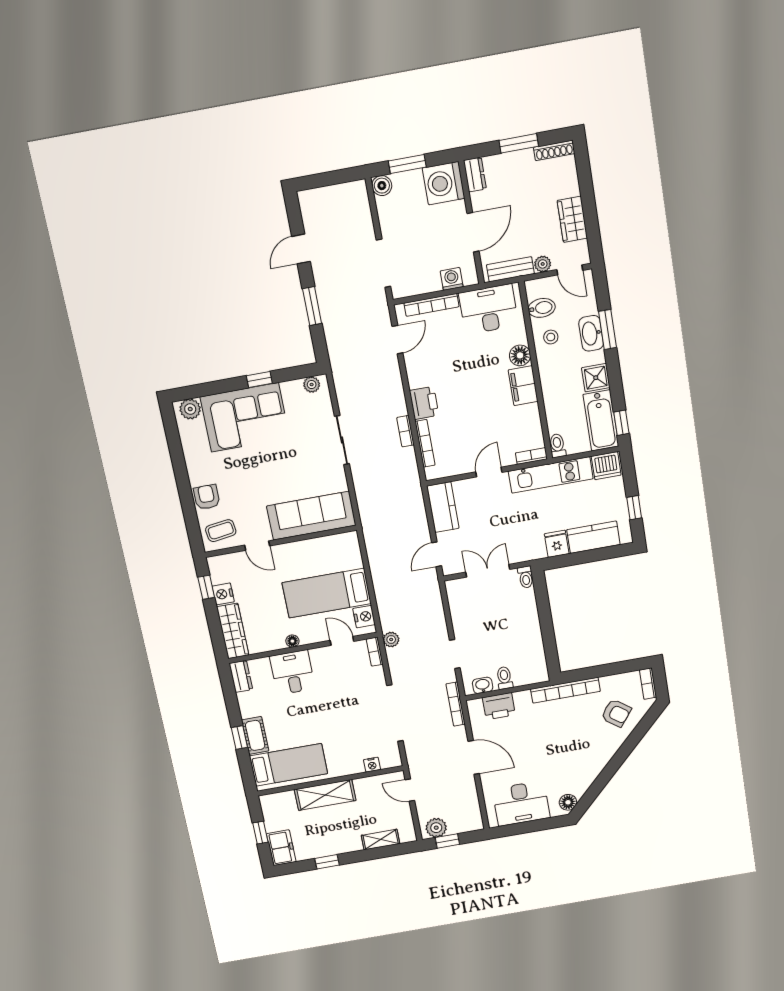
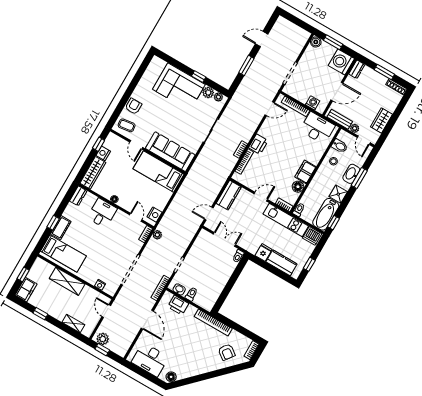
floor lamp: (520, 355) -> (298, 187), moved
plant: (190, 409) -> (208, 93), moved
bed: (327, 593) -> (159, 172), moved

